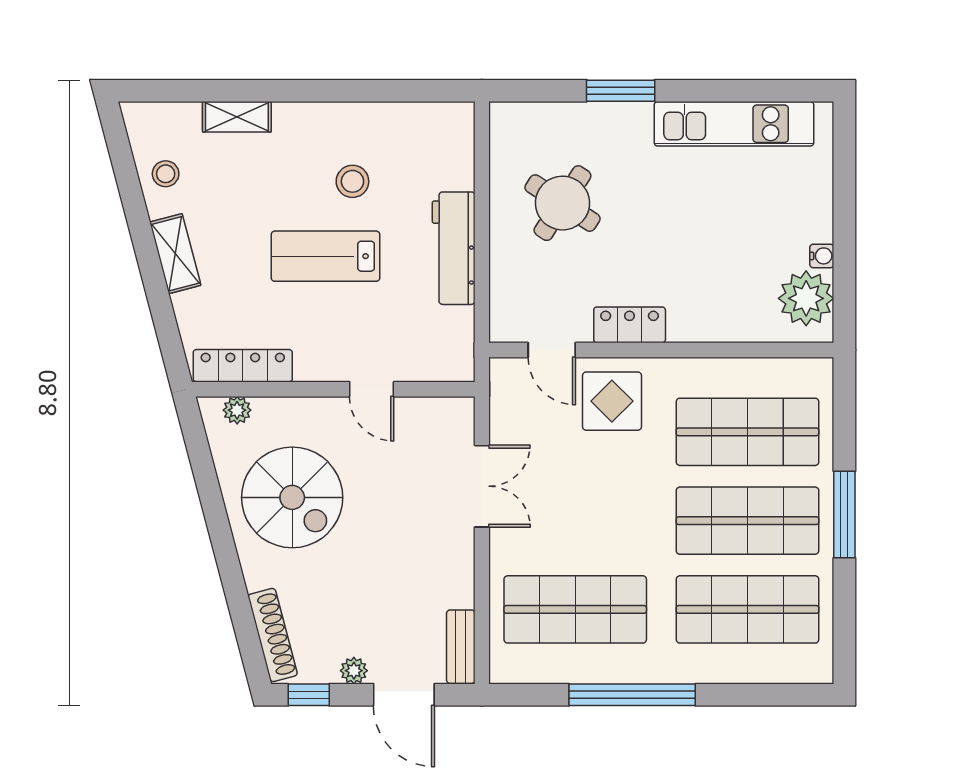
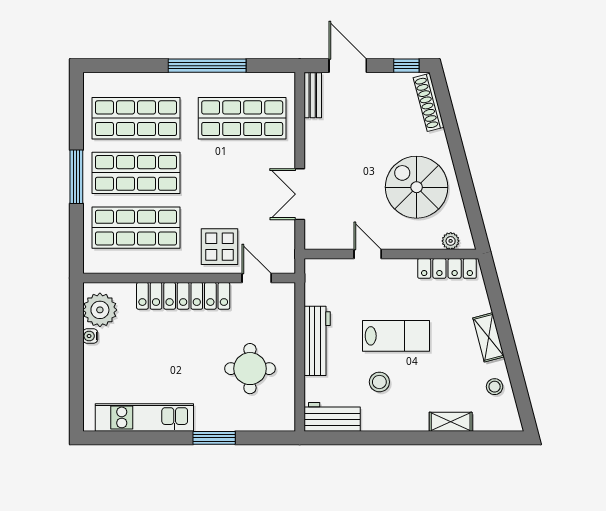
workbench: (429, 125) -> (332, 417), added
round table: (562, 203) -> (250, 369), turned -33
locker: (630, 325) -> (183, 296), width x2.16, depth x1.21
plant: (354, 671) -> (379, 81), removed

